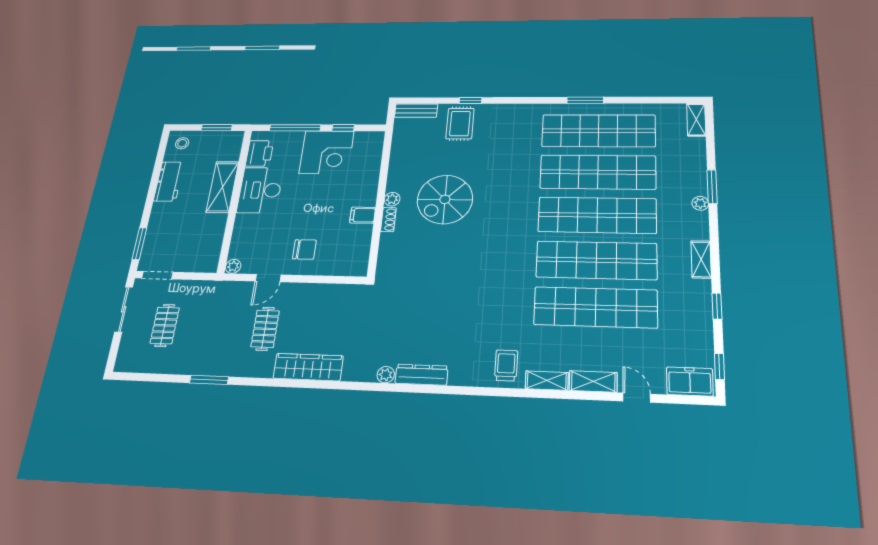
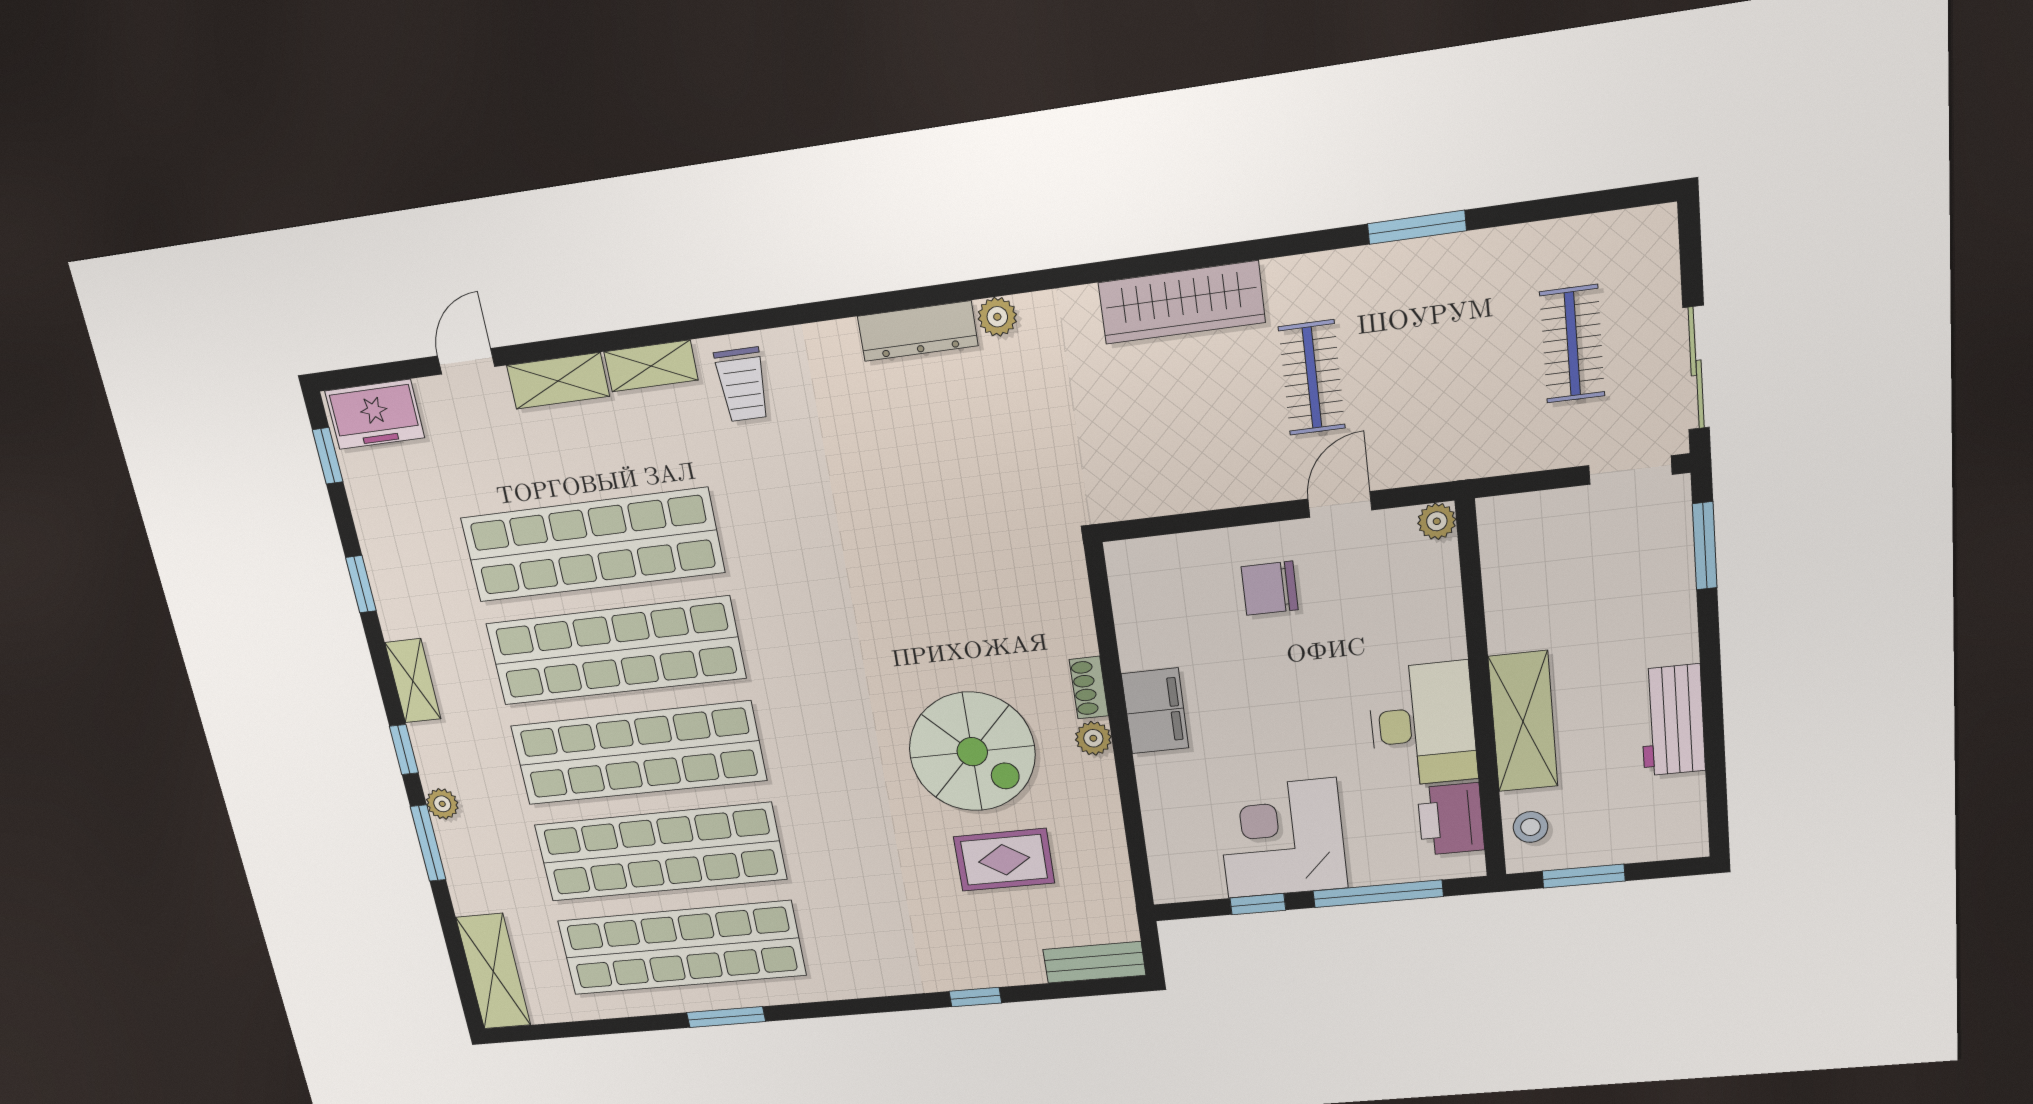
shelving: (696, 120) -> (493, 971), width x1.50, depth x1.33
rug: (460, 123) -> (1004, 860), moved, turned 90
stool: (182, 143) -> (1531, 827), moved
spiral stairs: (445, 199) -> (972, 752), turned 90
filing cabinet: (363, 215) -> (1155, 711), width x2.00
window: (714, 229) -> (404, 750), added
door: (637, 398) -> (466, 361), swing flipped

